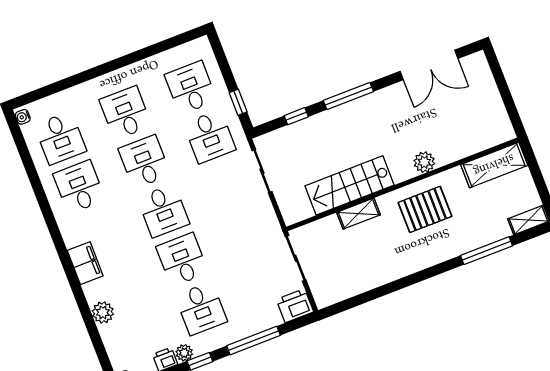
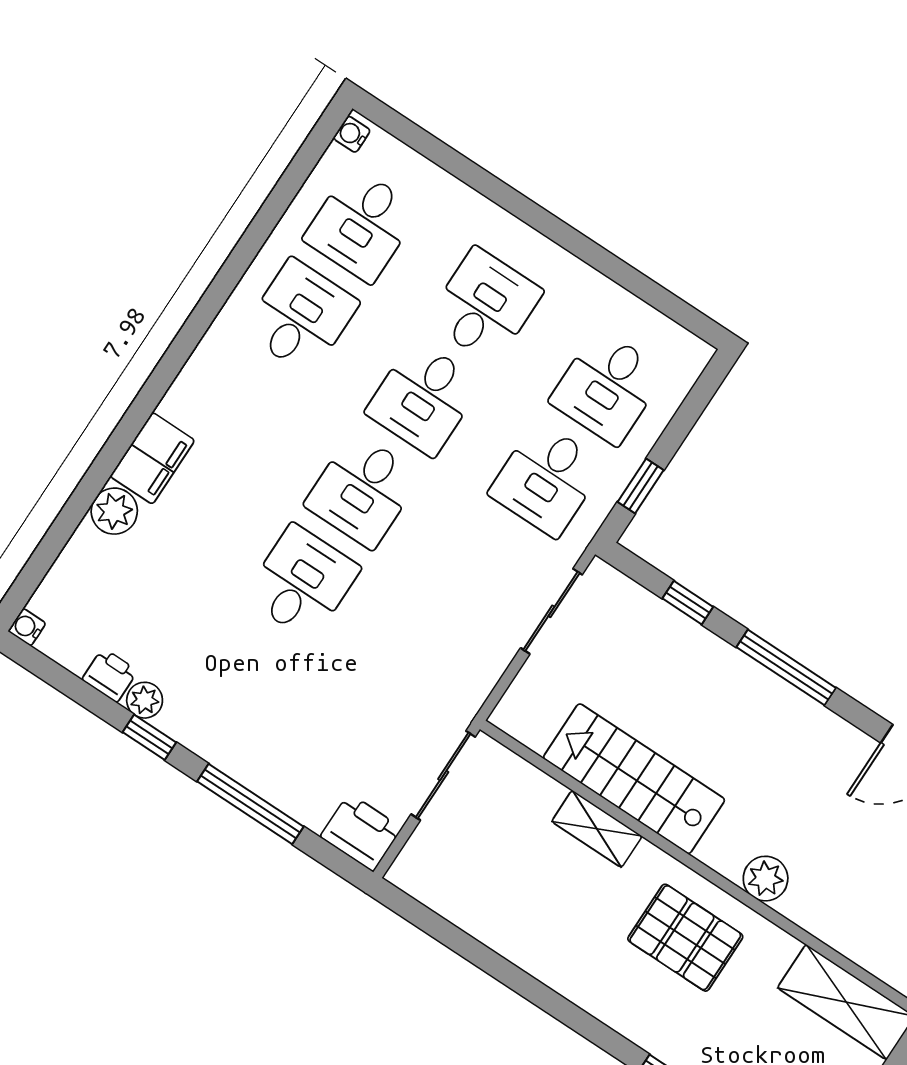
desk: (191, 88) -> (608, 387), turned 180
desk: (144, 162) -> (424, 398), turned 180
filing cabinet: (85, 263) -> (152, 458), moved
desk: (201, 309) -> (241, 675), removed

